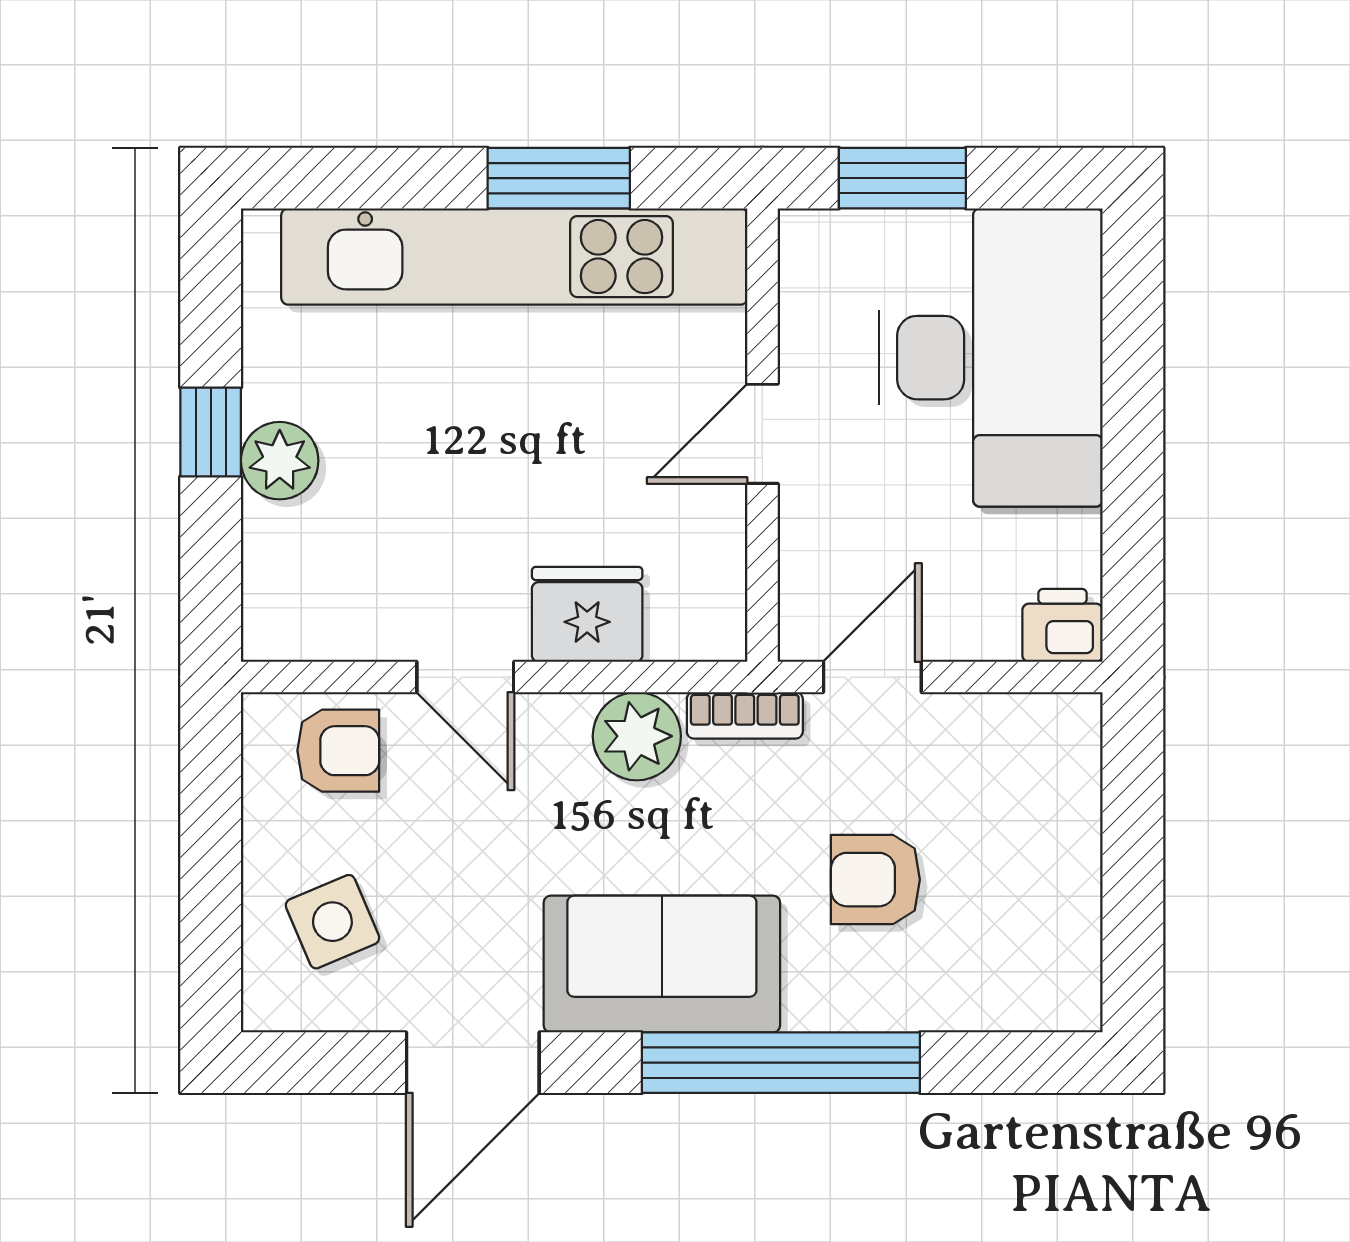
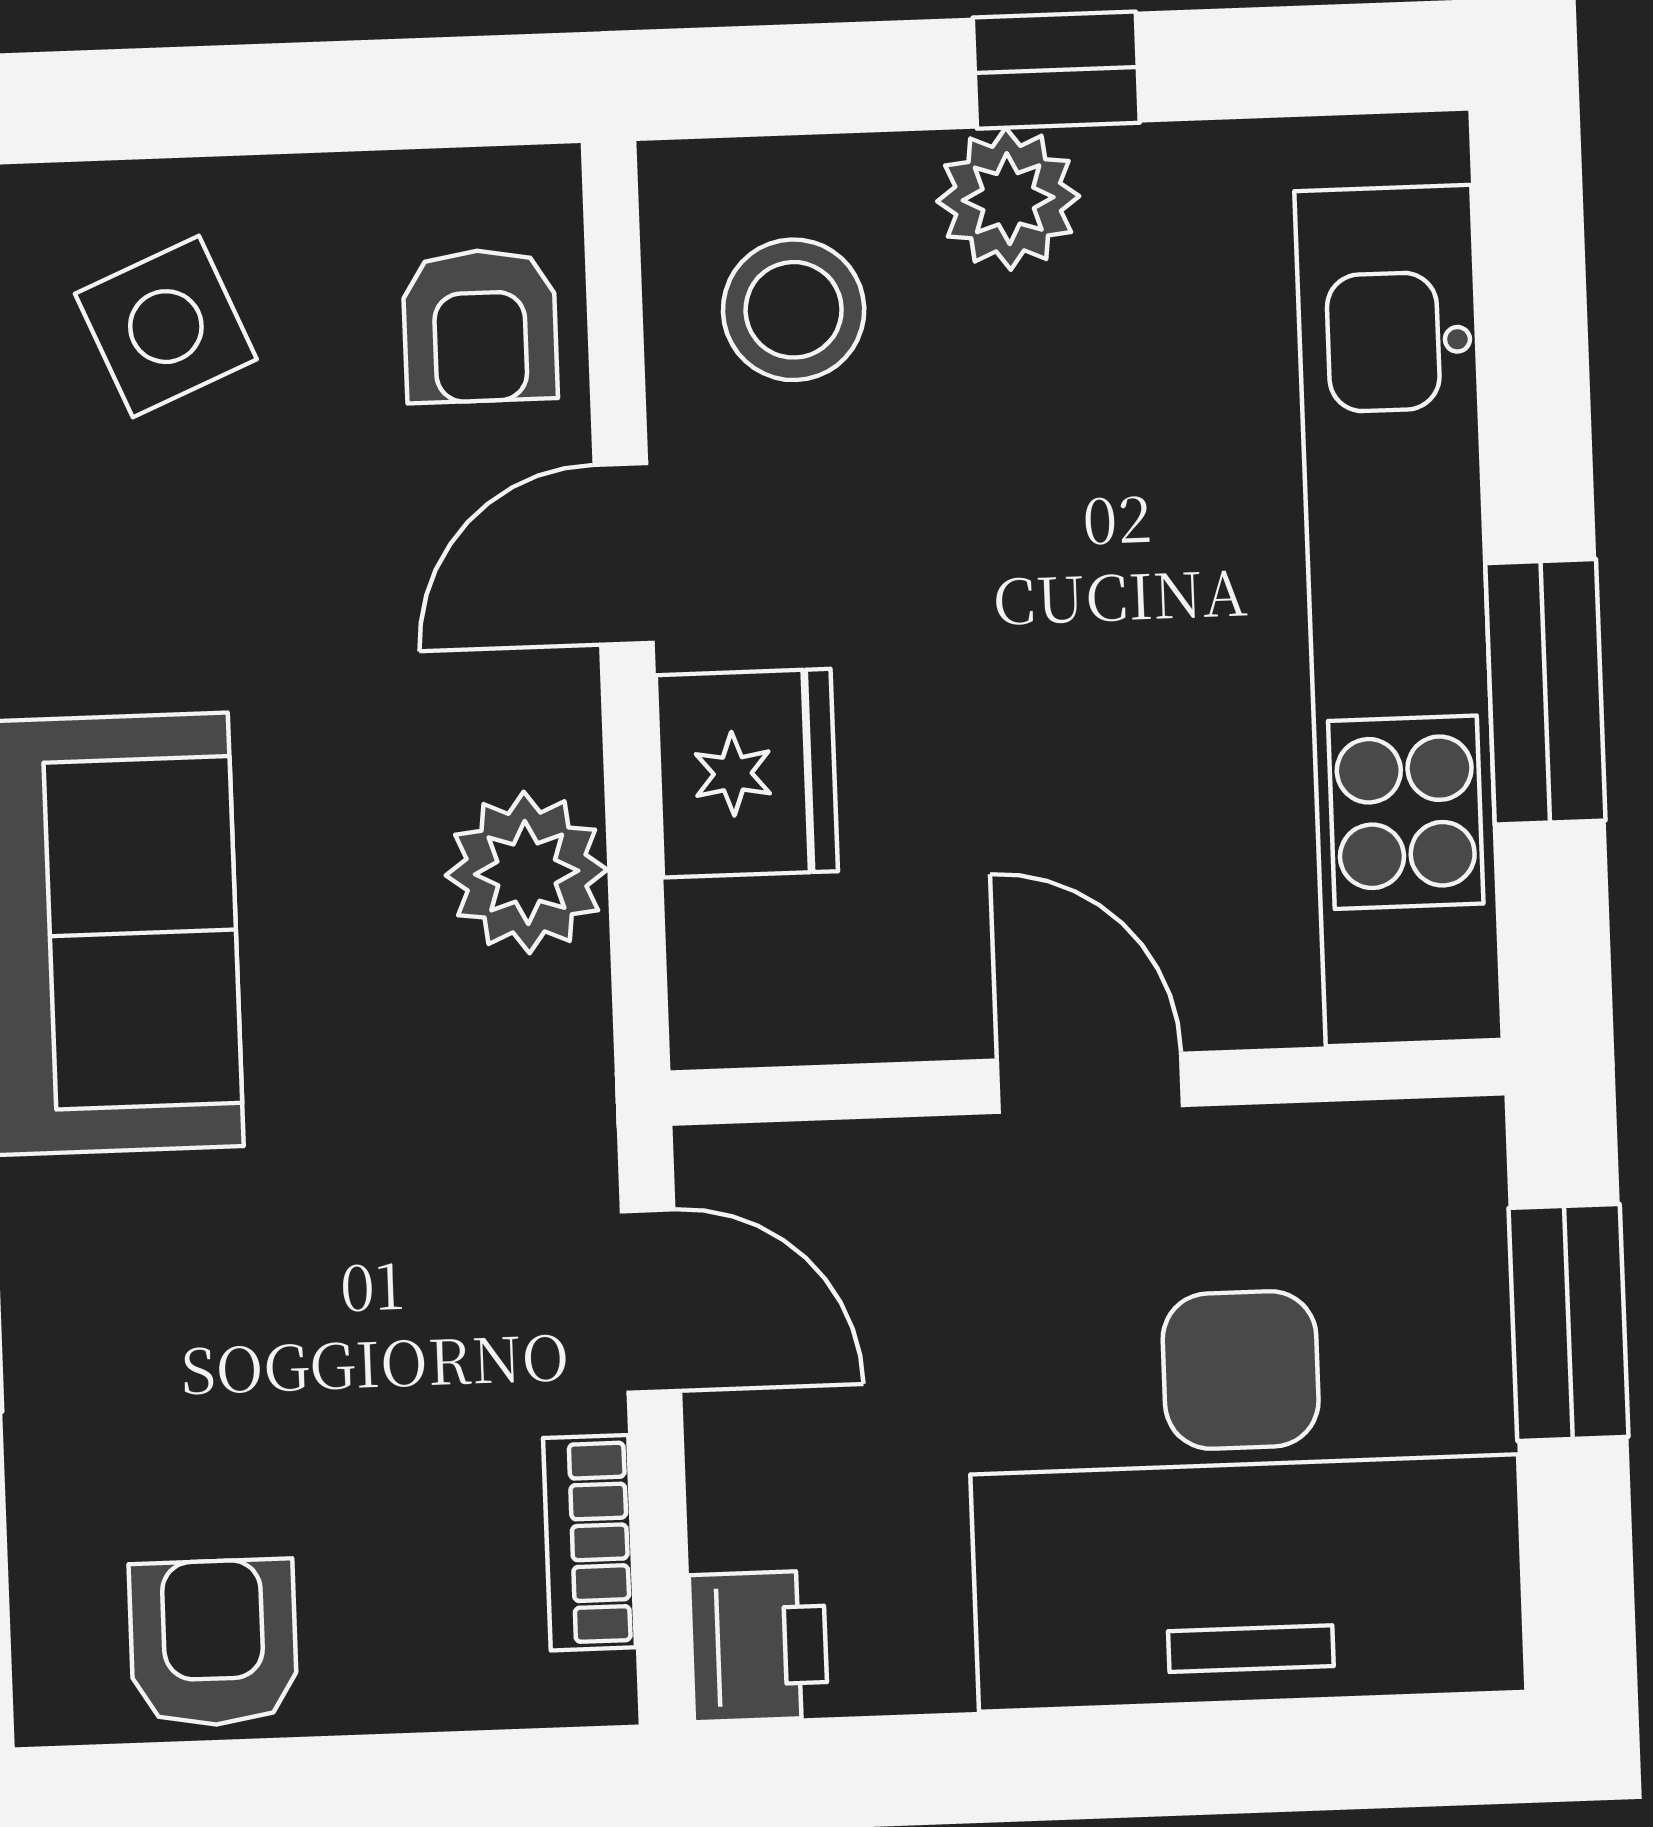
stool: (336, 580) -> (794, 310), added
bookcase: (745, 715) -> (589, 1543), moved
armchair: (875, 880) -> (213, 1643), moved

